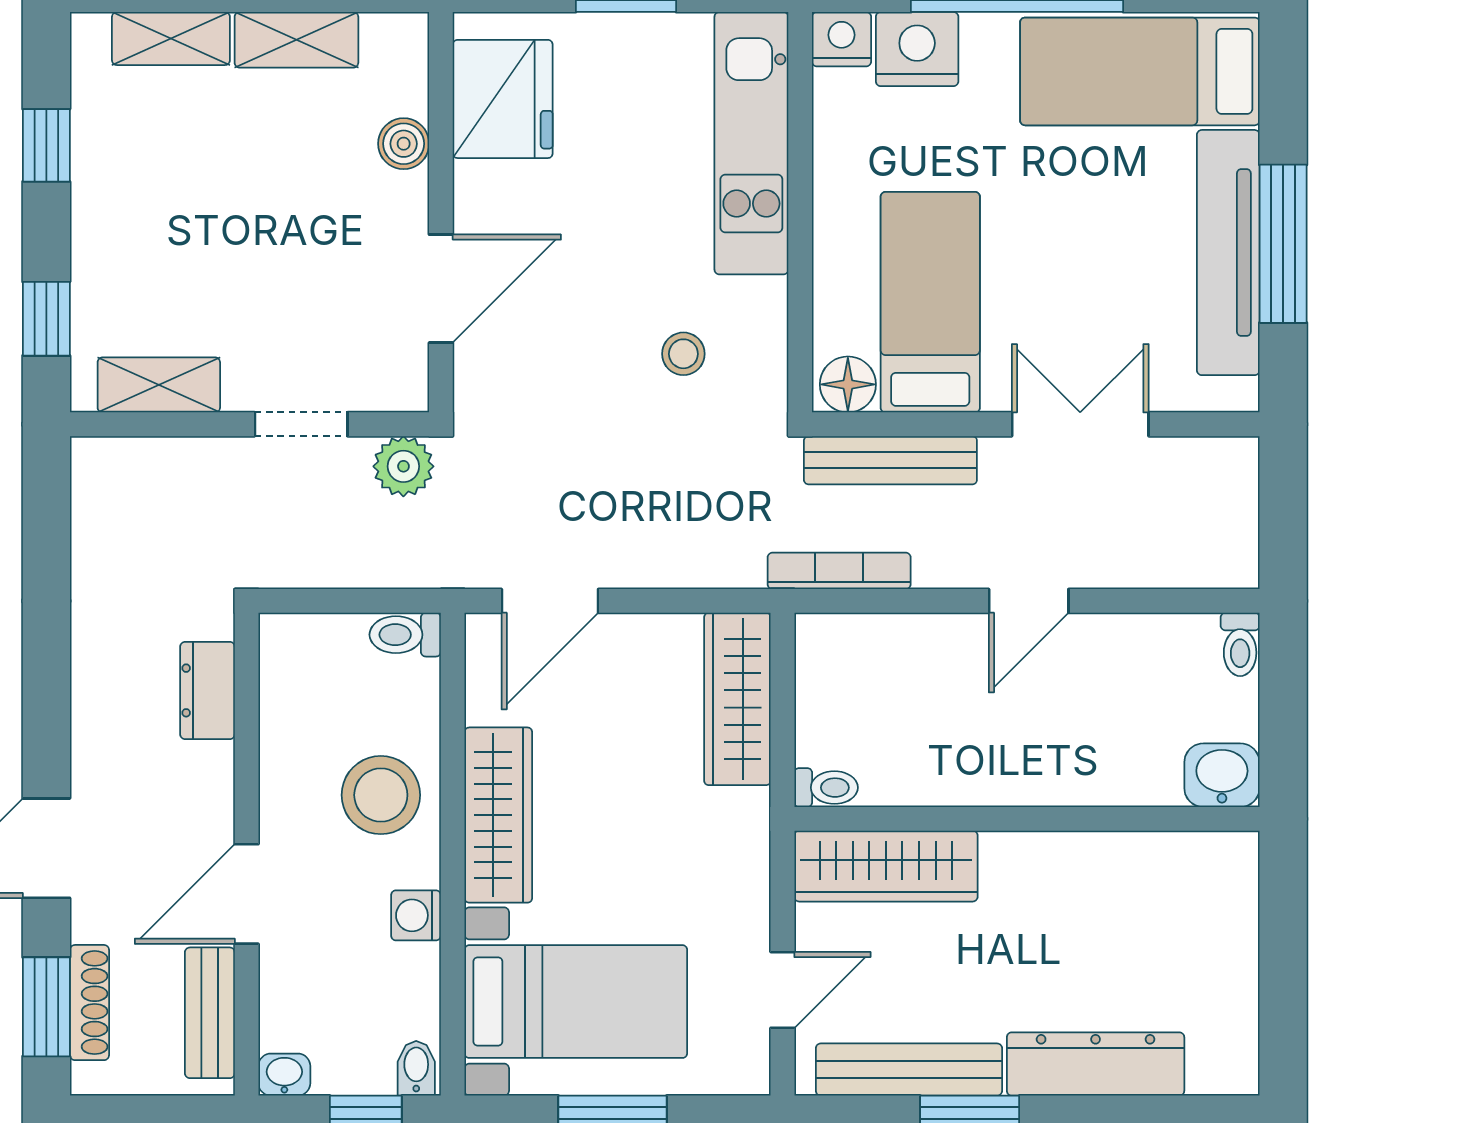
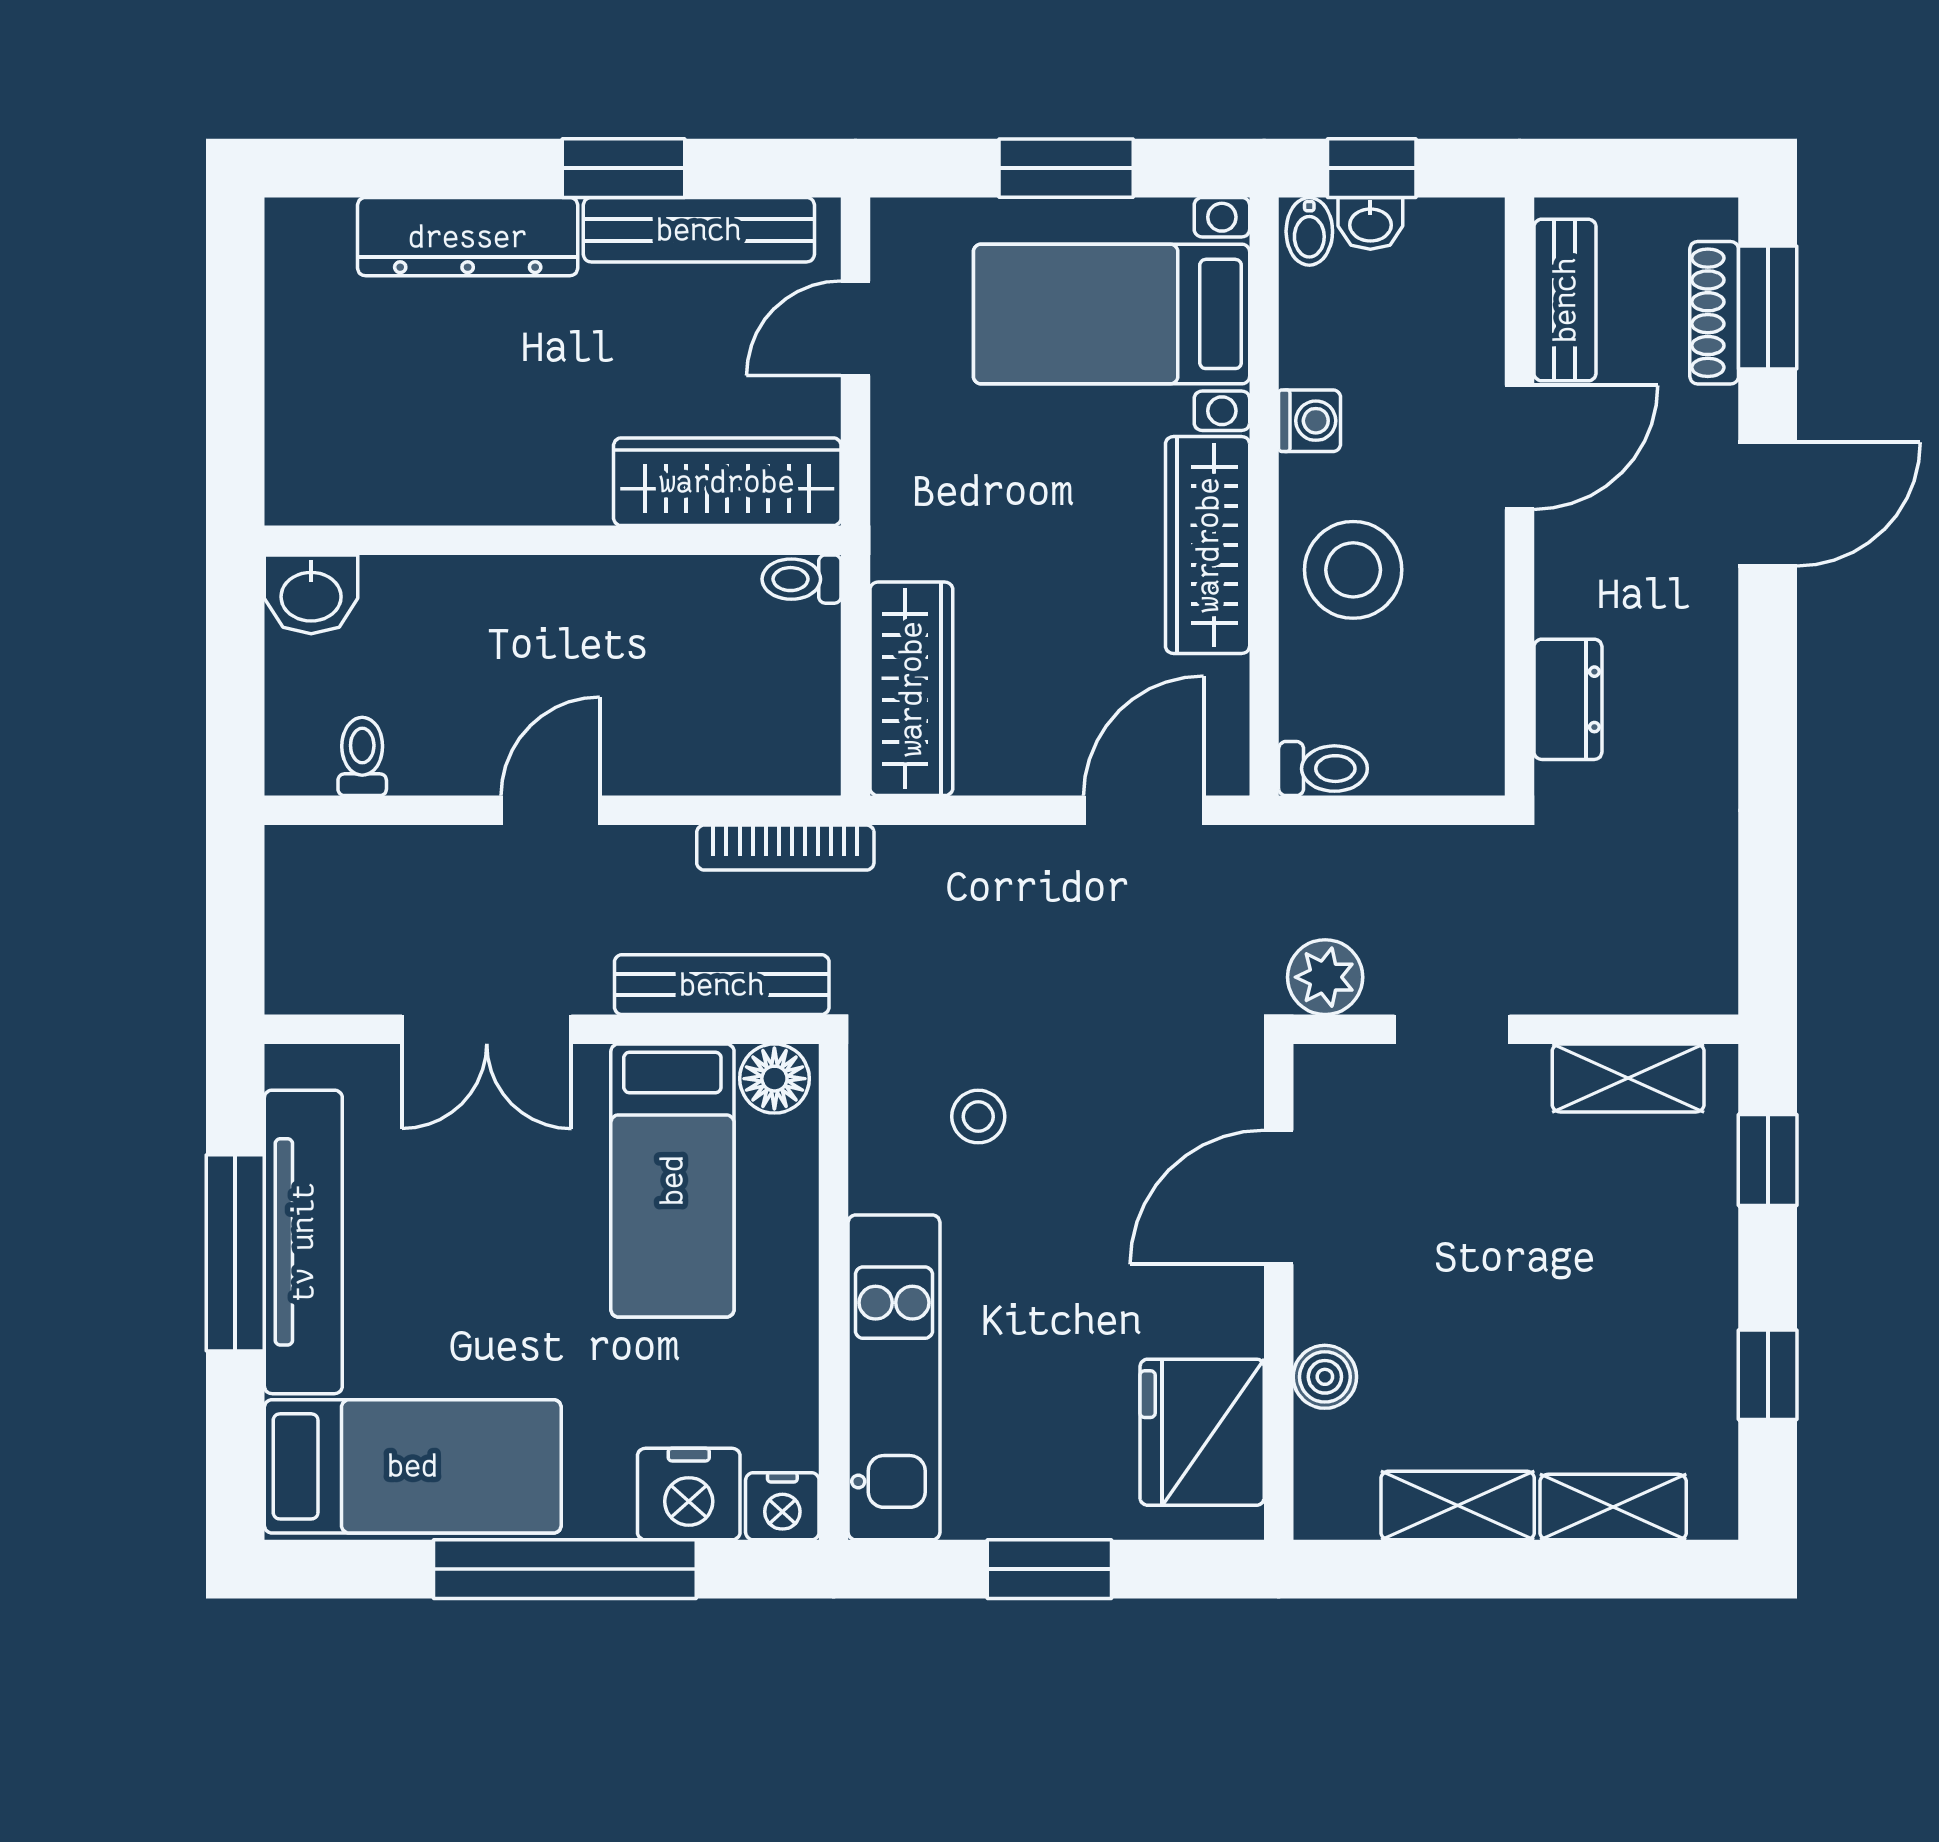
toilet: (1240, 644) -> (362, 756), moved
washbasin: (284, 1075) -> (1370, 223), moved

